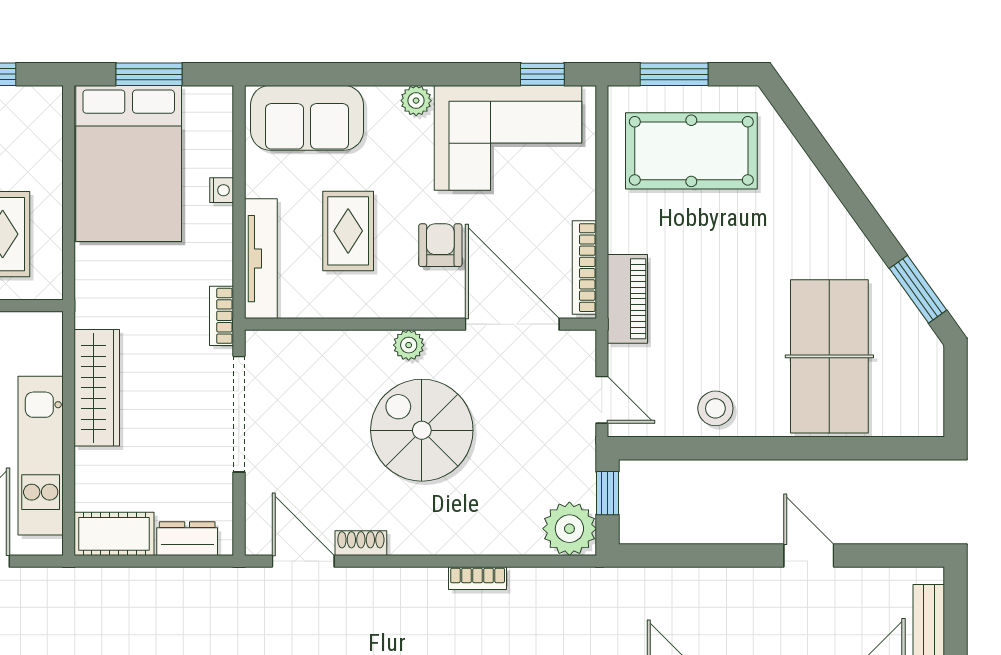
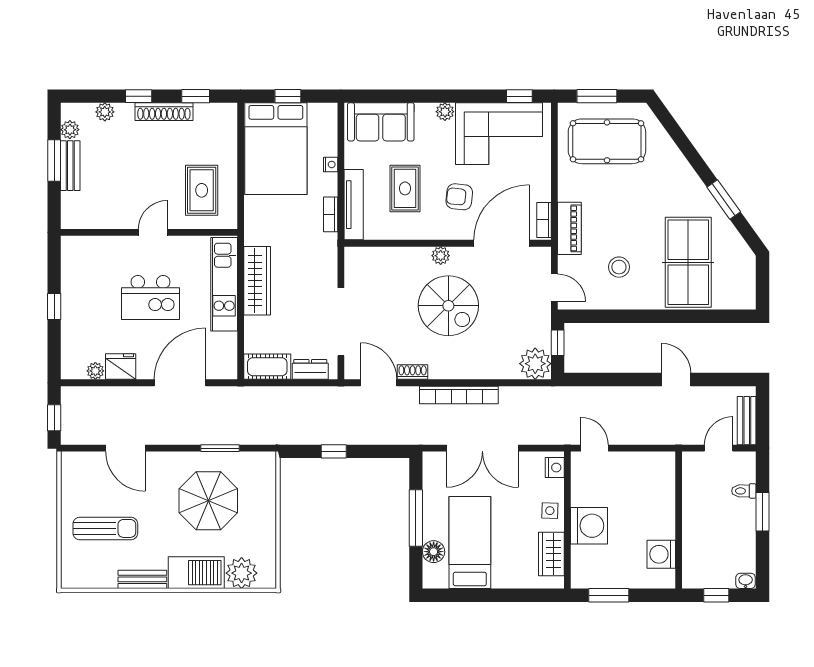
window: (149, 74) -> (288, 96), width x0.67
armchair: (440, 245) -> (459, 197), turned -84
bookcase: (584, 268) -> (544, 220), width x0.64
window: (918, 289) -> (724, 199), moved
bookcase: (222, 316) -> (331, 214), moved
door: (512, 324) -> (502, 243), hinge flipped
stool: (715, 408) -> (619, 267), moved
doorway: (239, 414) -> (341, 322), moved
spiral stairs: (422, 430) -> (448, 306), turned 180
kitchen unit: (41, 456) -> (224, 284), moved
bookcase: (478, 578) -> (459, 395), width x2.31, depth x1.31

